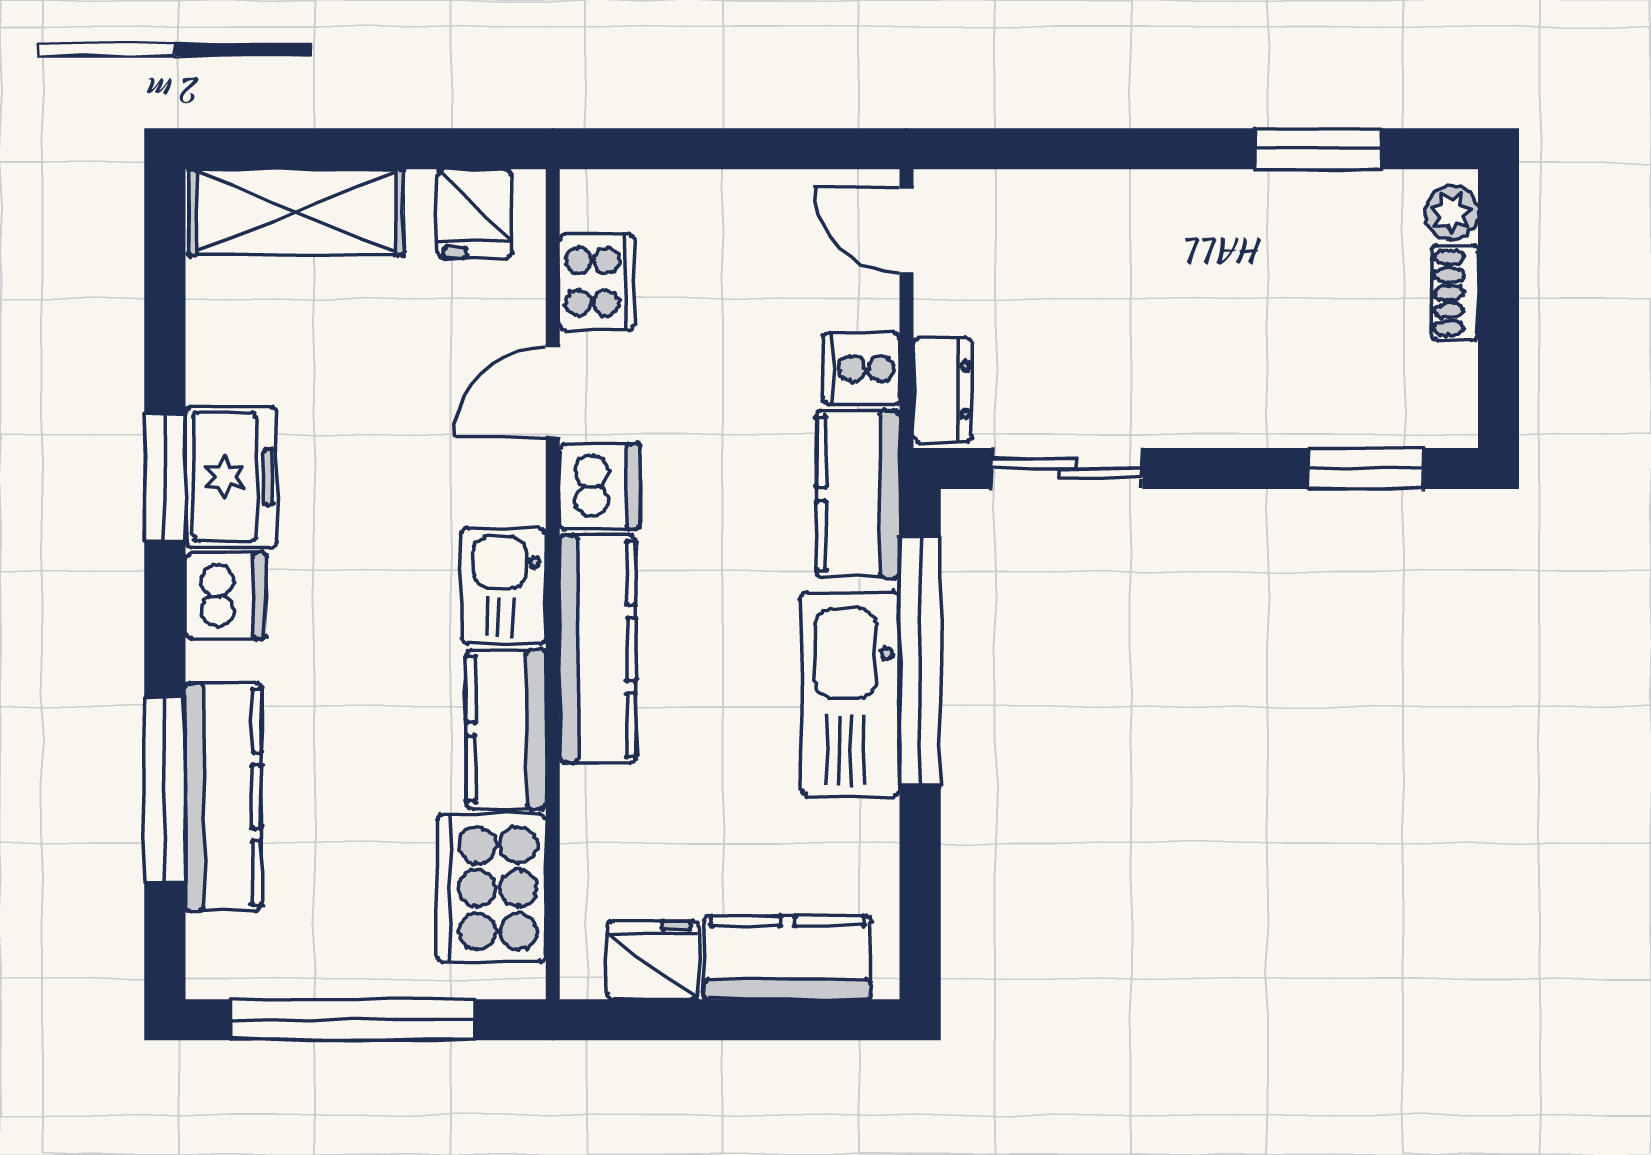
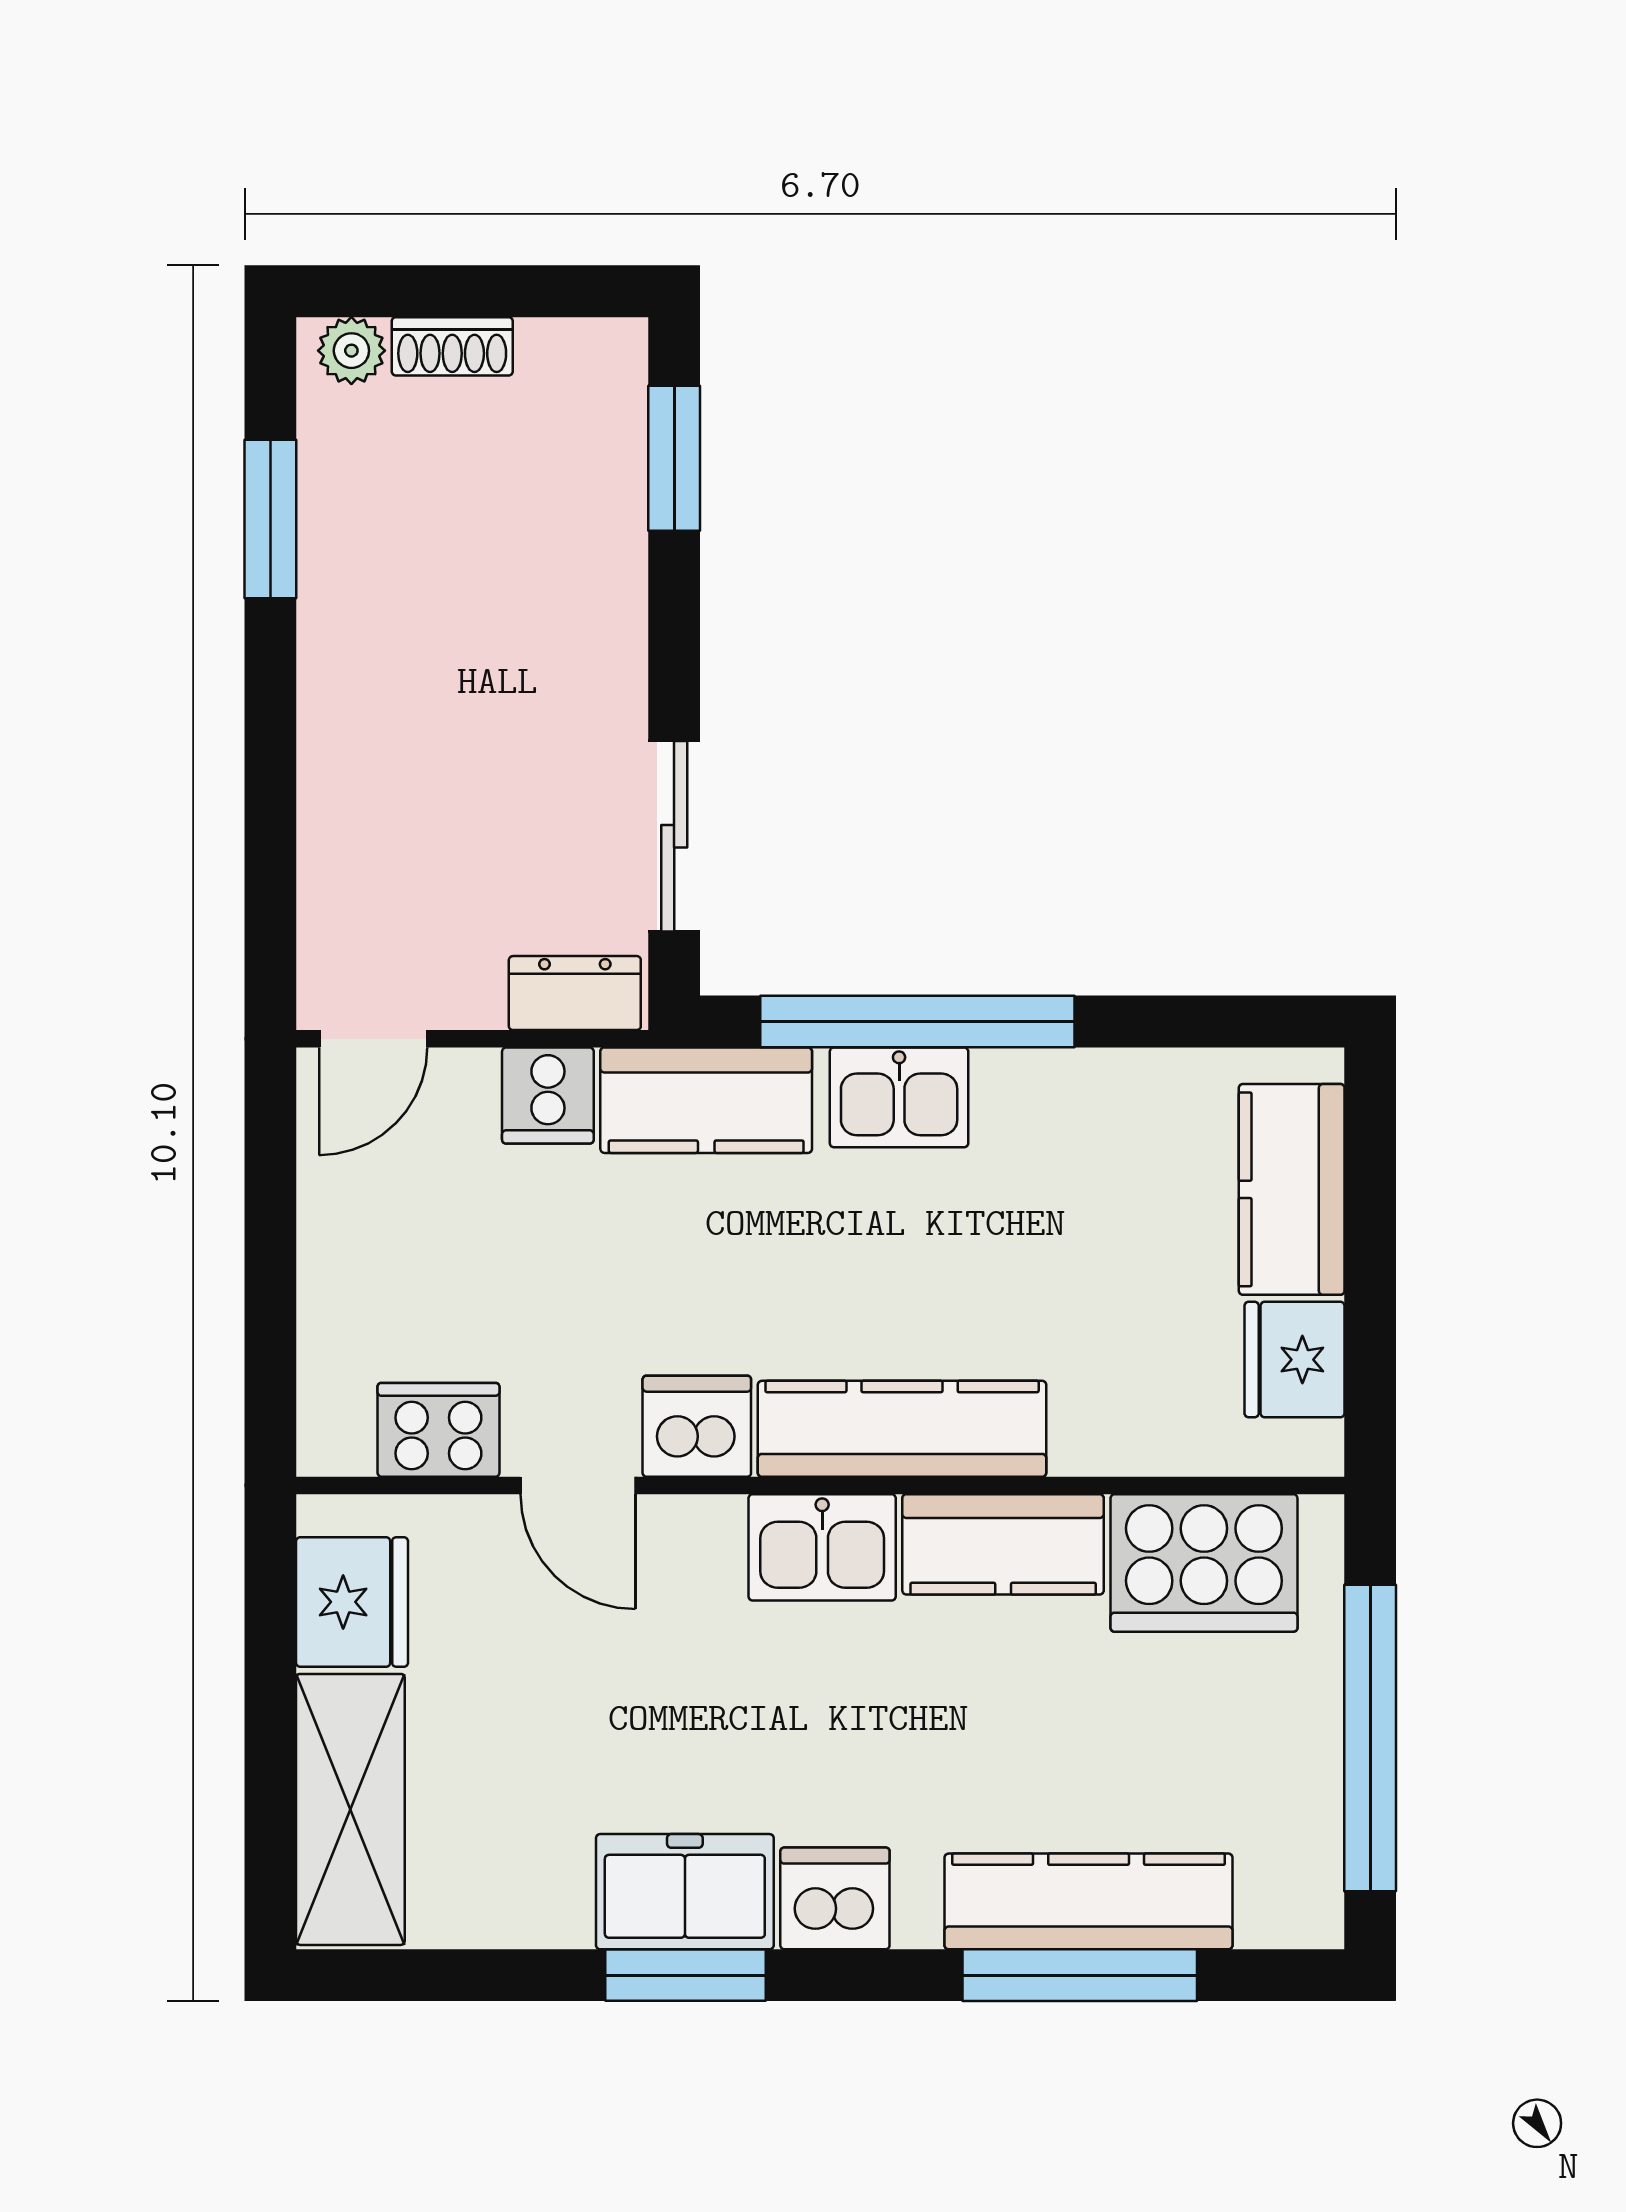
fridge: (475, 213) -> (352, 1602), width x1.38
kitchen sink: (851, 695) -> (899, 1097), width x0.53, depth x0.81

